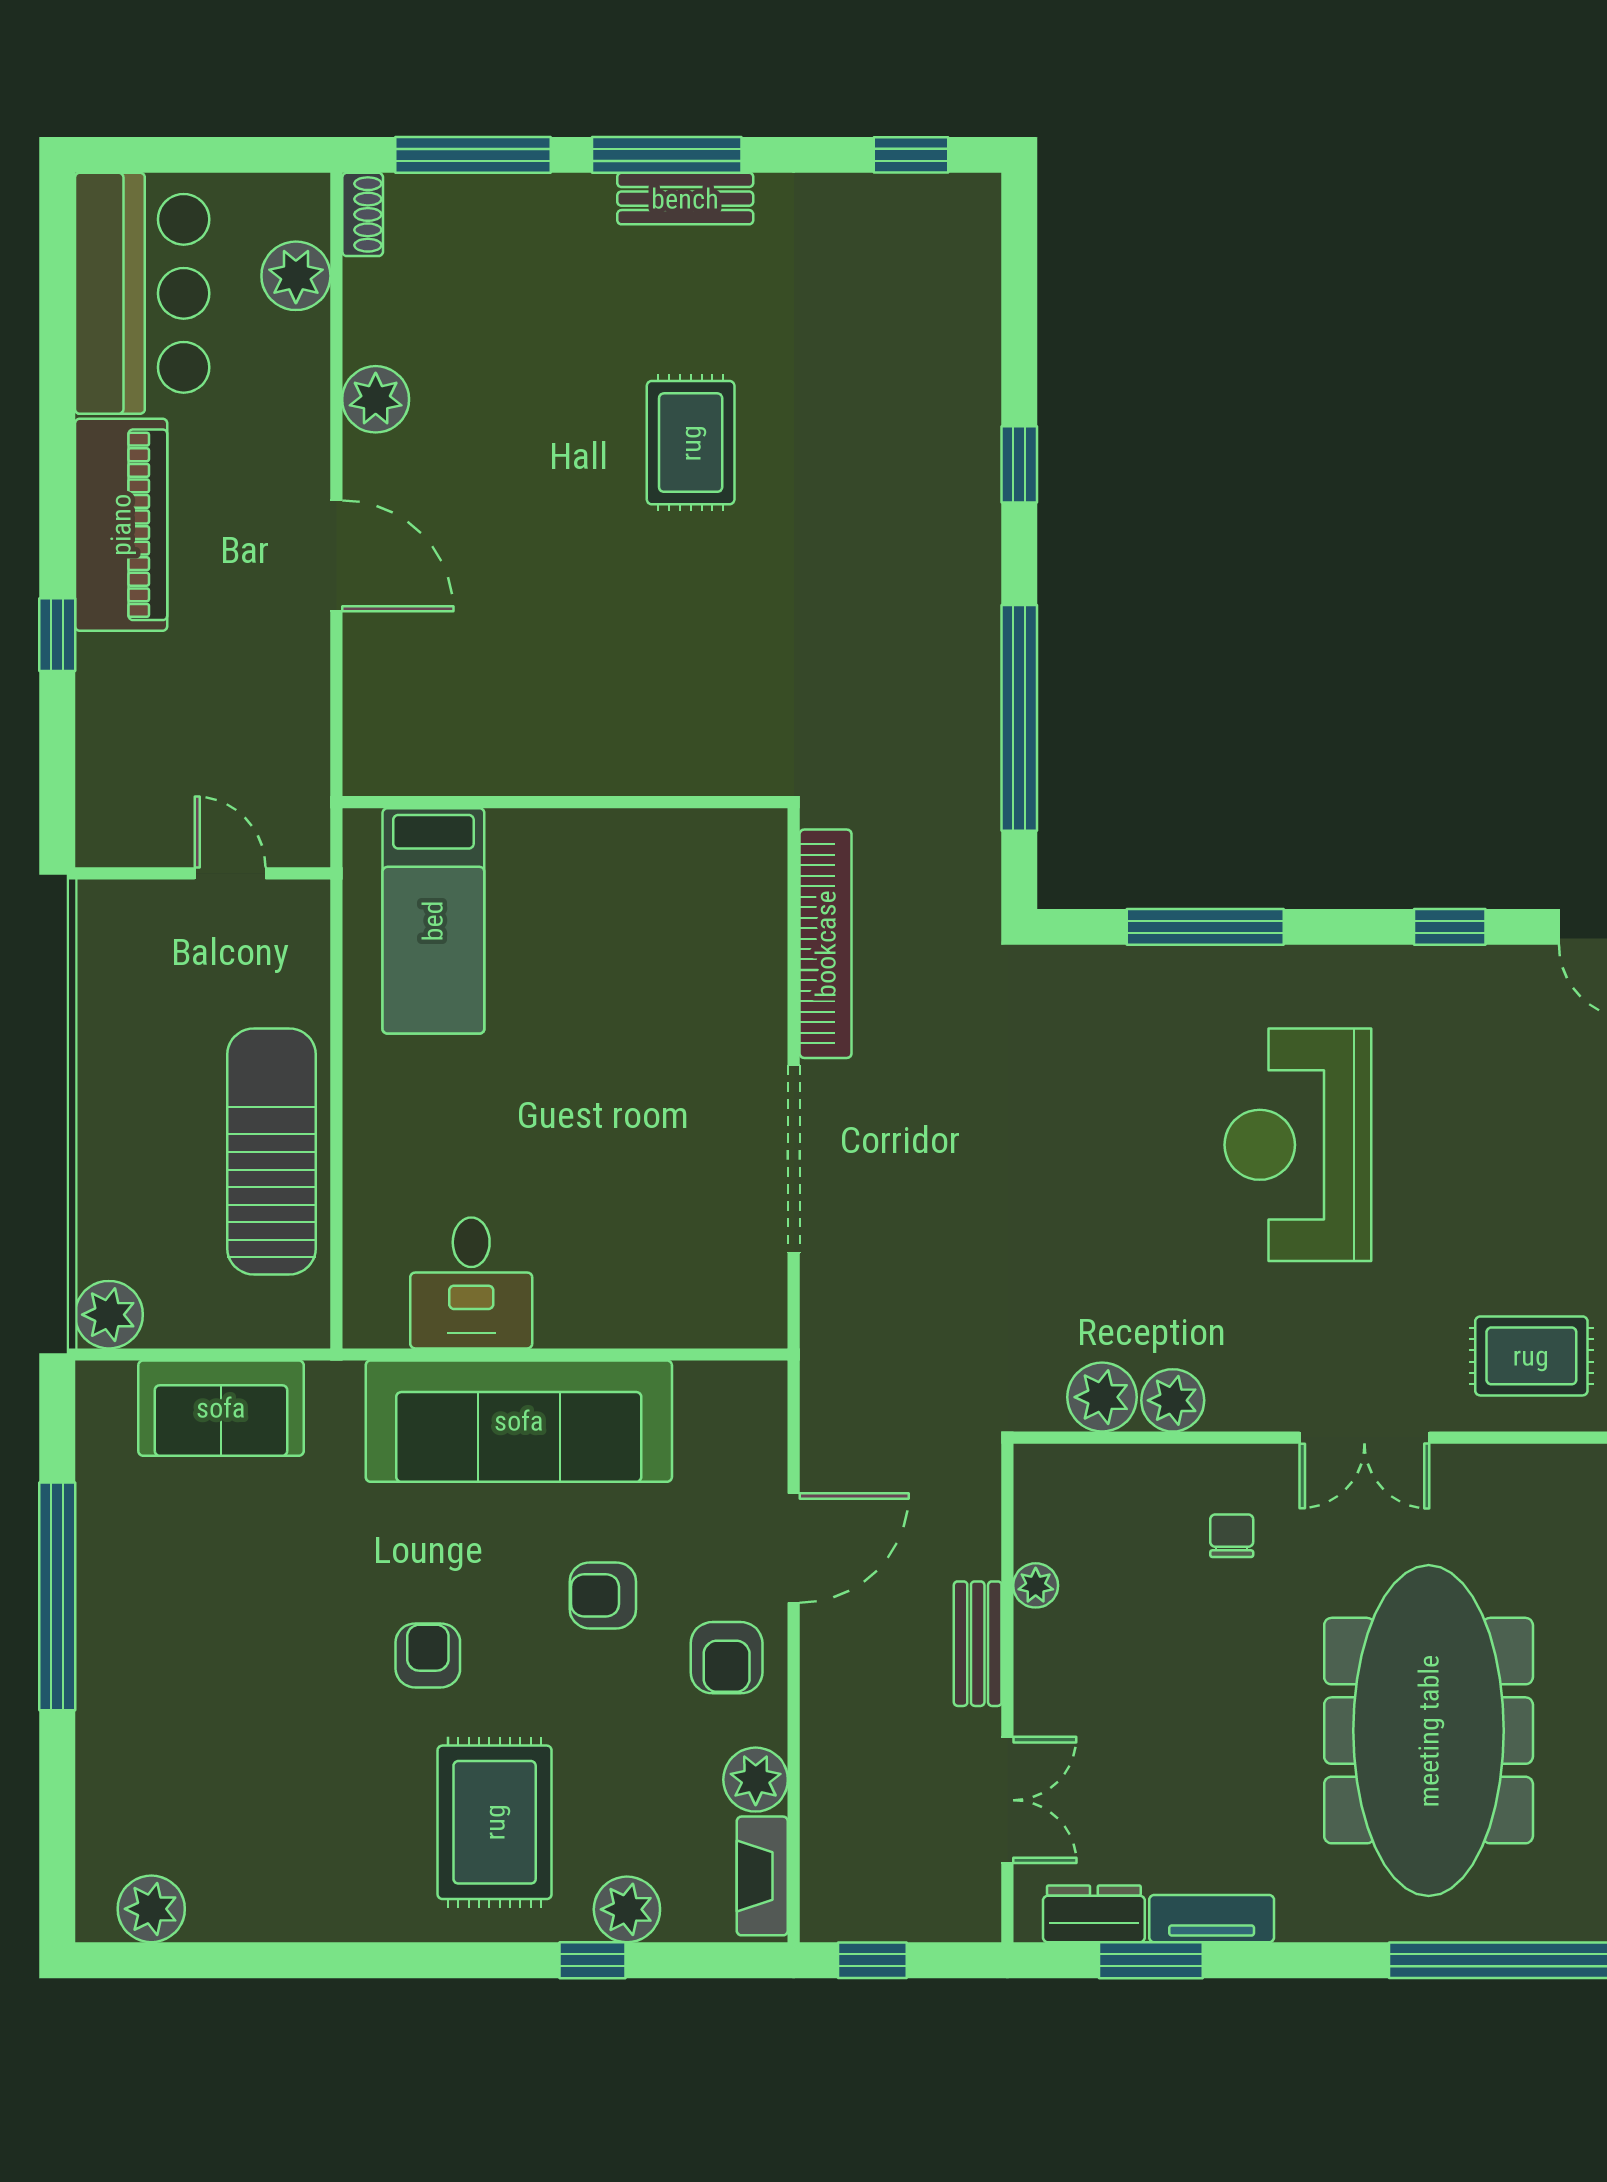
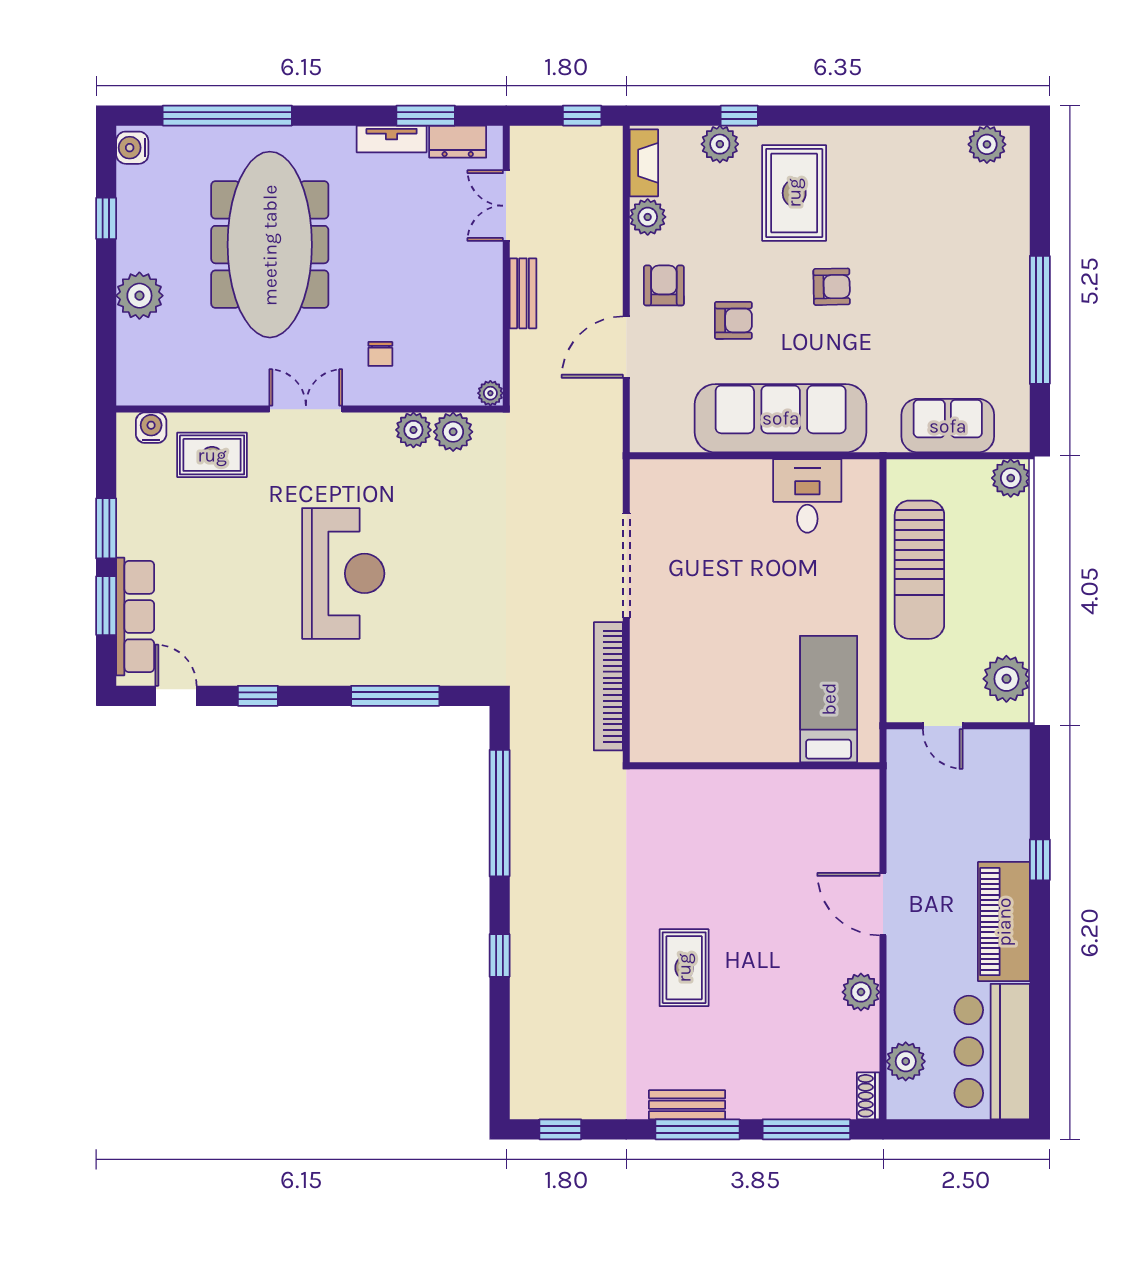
plant: (116, 957) -> (1006, 679), added
plant: (1036, 1585) -> (490, 393), moved
armchair: (428, 1655) -> (832, 287), turned -91

